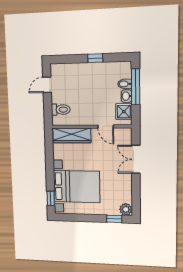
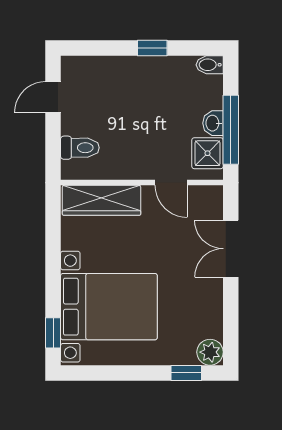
bidet: (125, 84) -> (210, 65), moved
window: (136, 87) -> (231, 130), moved

